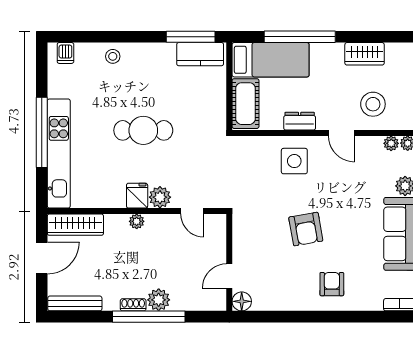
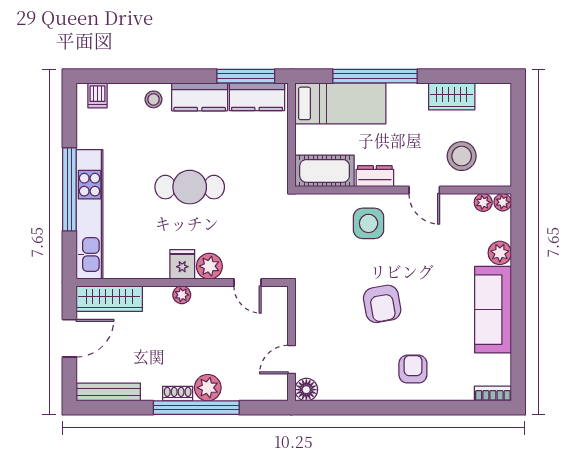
kitchen counter: (152, 54) -> (200, 97), added
cot: (246, 104) -> (325, 171), moved, turned 90

